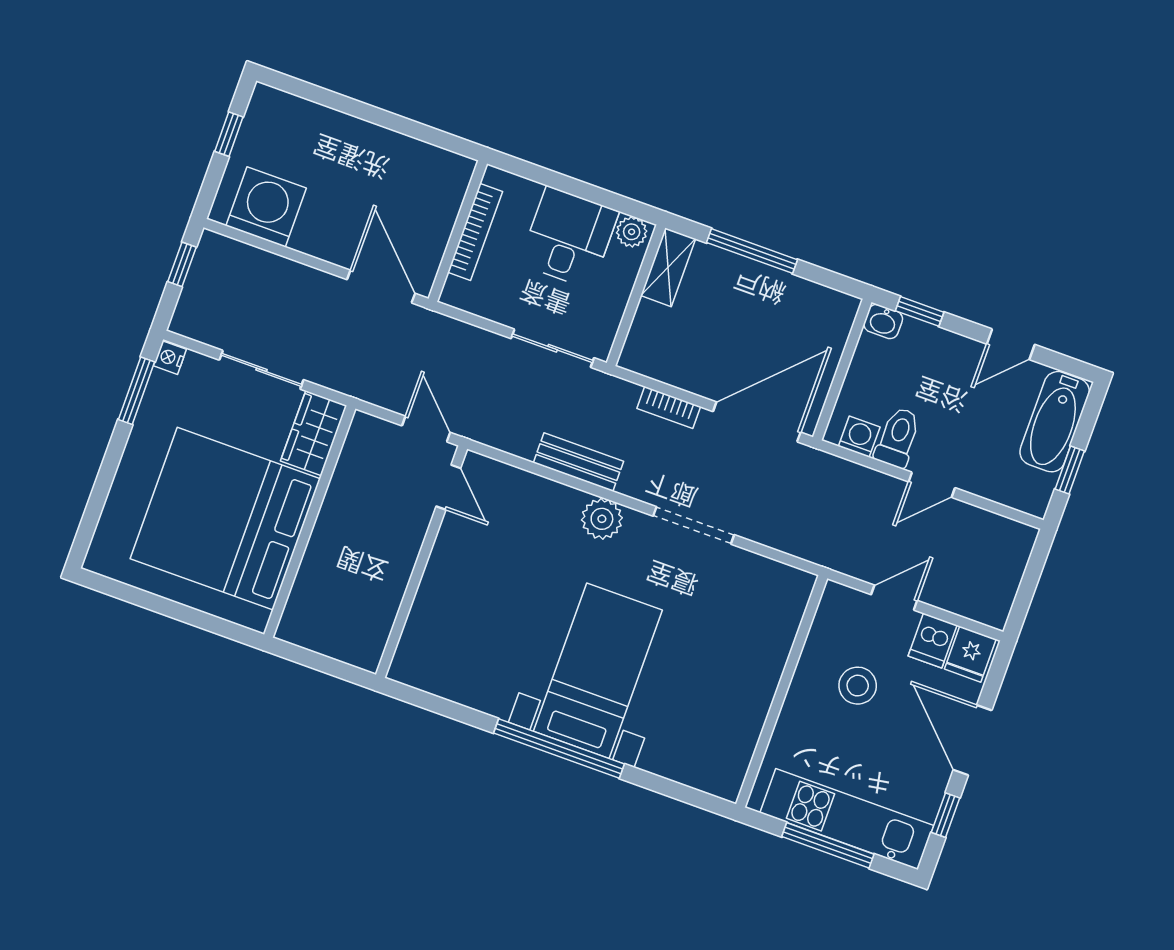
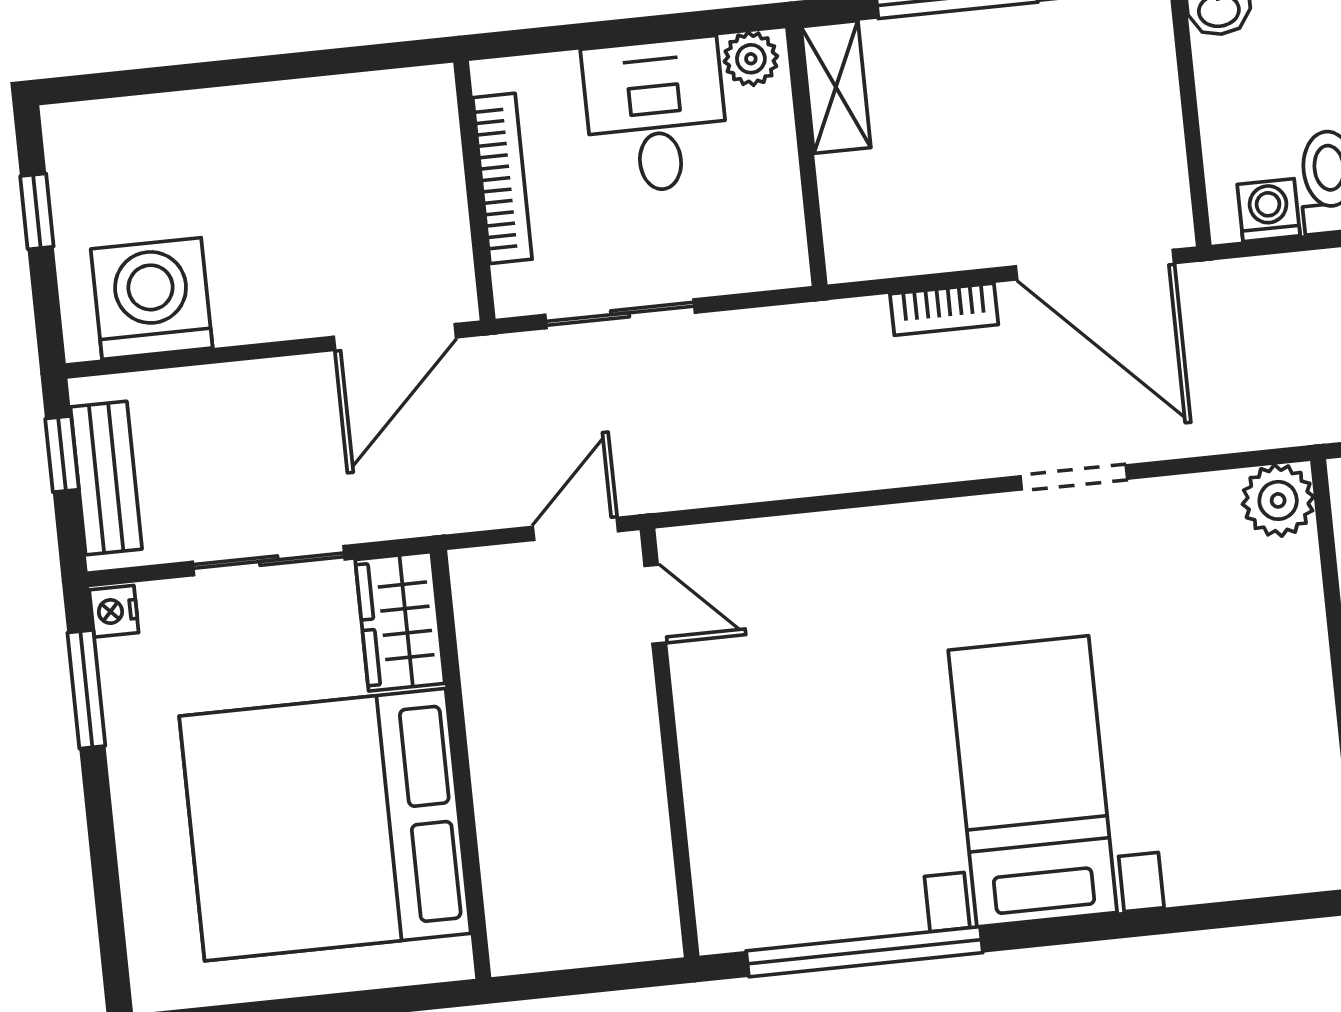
door: (381, 287) -> (395, 337), swing flipped
sliding door: (552, 348) -> (620, 314), moved
door: (757, 422) -> (1095, 265), swing flipped
door: (426, 429) -> (575, 529), hinge flipped
bench: (578, 462) -> (106, 478), moved, turned 90
plant: (602, 519) -> (1278, 500), moved
doorway: (694, 525) -> (1074, 477), width x0.73
window: (559, 749) -> (864, 952), moved

